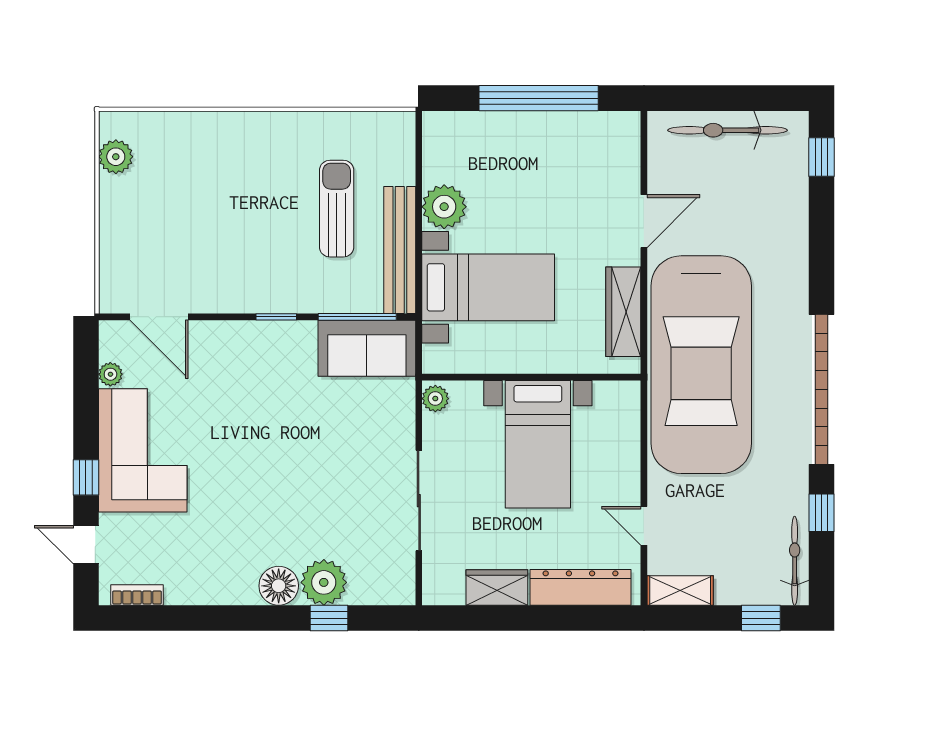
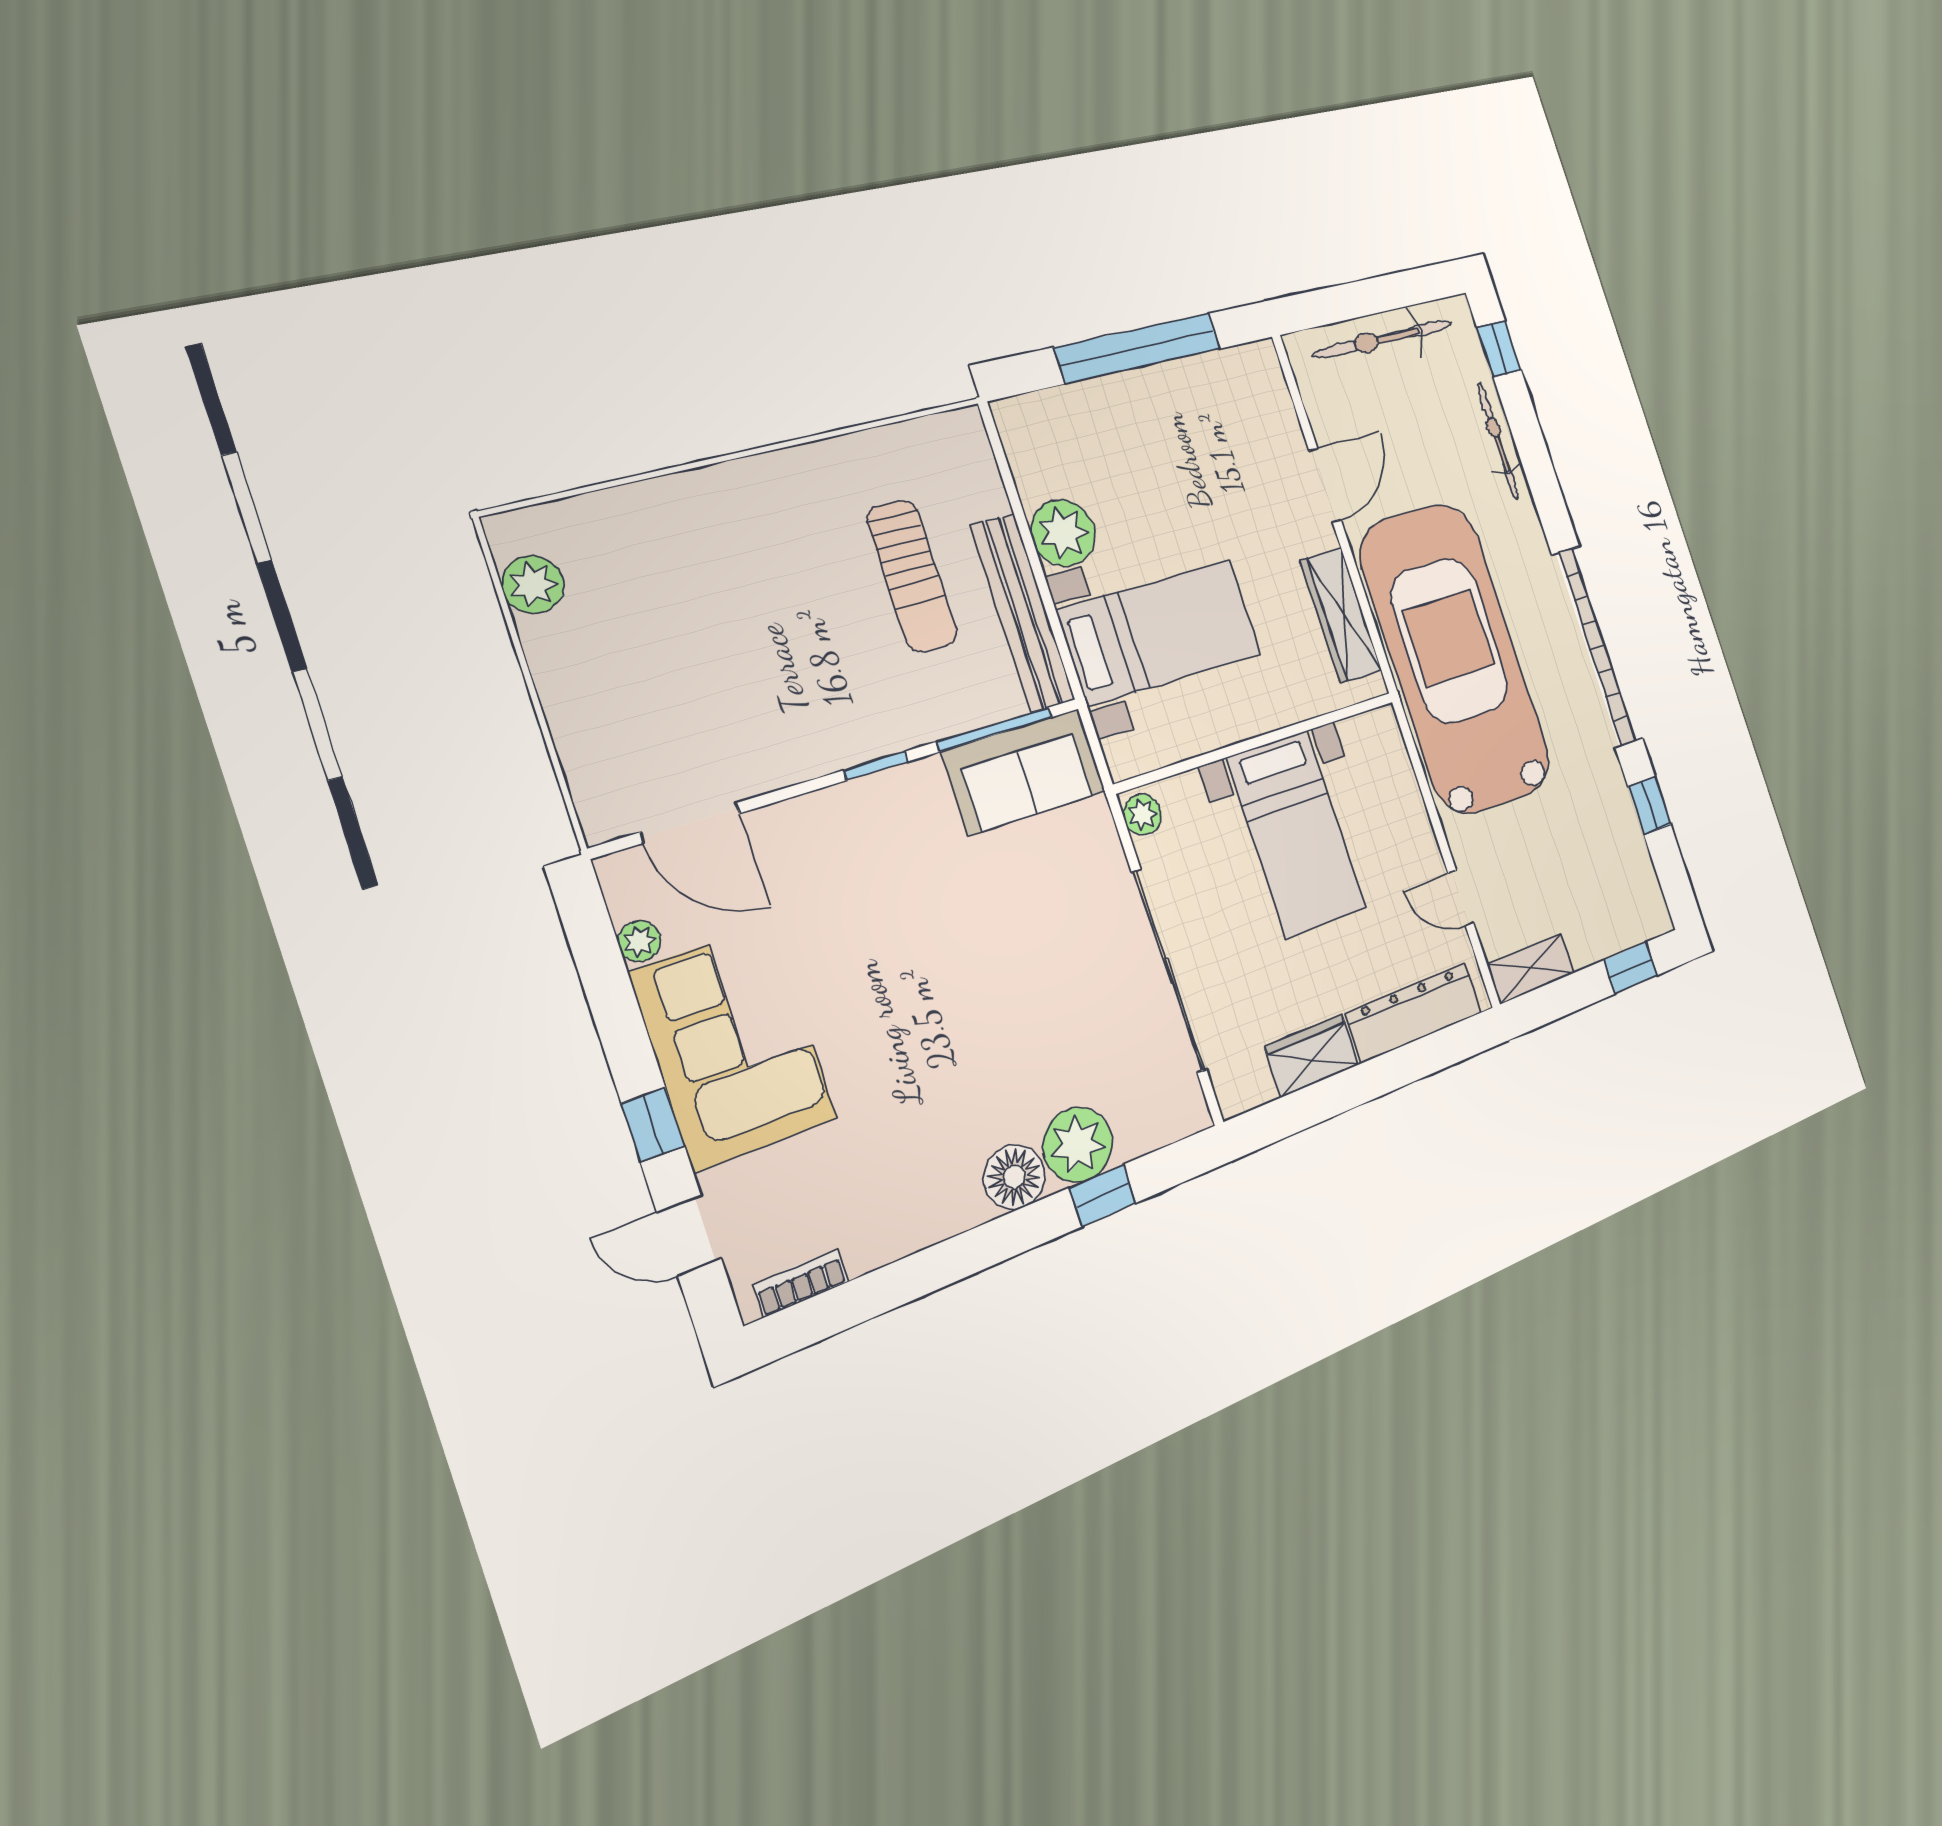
sun lounger: (337, 209) -> (912, 576), turned 180
car: (701, 365) -> (1455, 658), turned 180
sliding door: (419, 501) -> (1169, 971), width x1.36
bicycle: (795, 561) -> (1498, 441), moved

